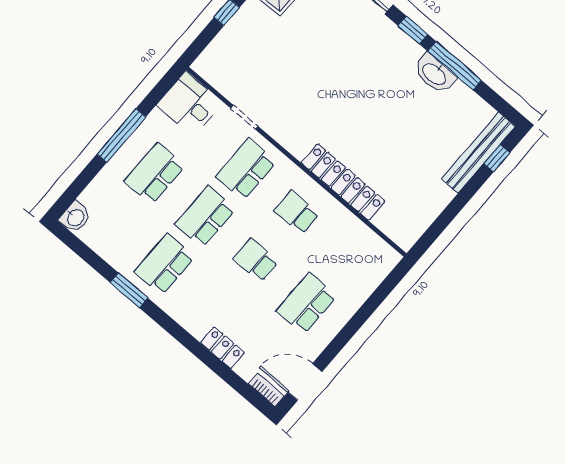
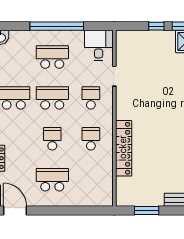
window: (121, 135) -> (57, 26), width x1.46
school desk: (246, 169) -> (91, 98), width x0.54
window: (444, 220) -> (147, 211), added

